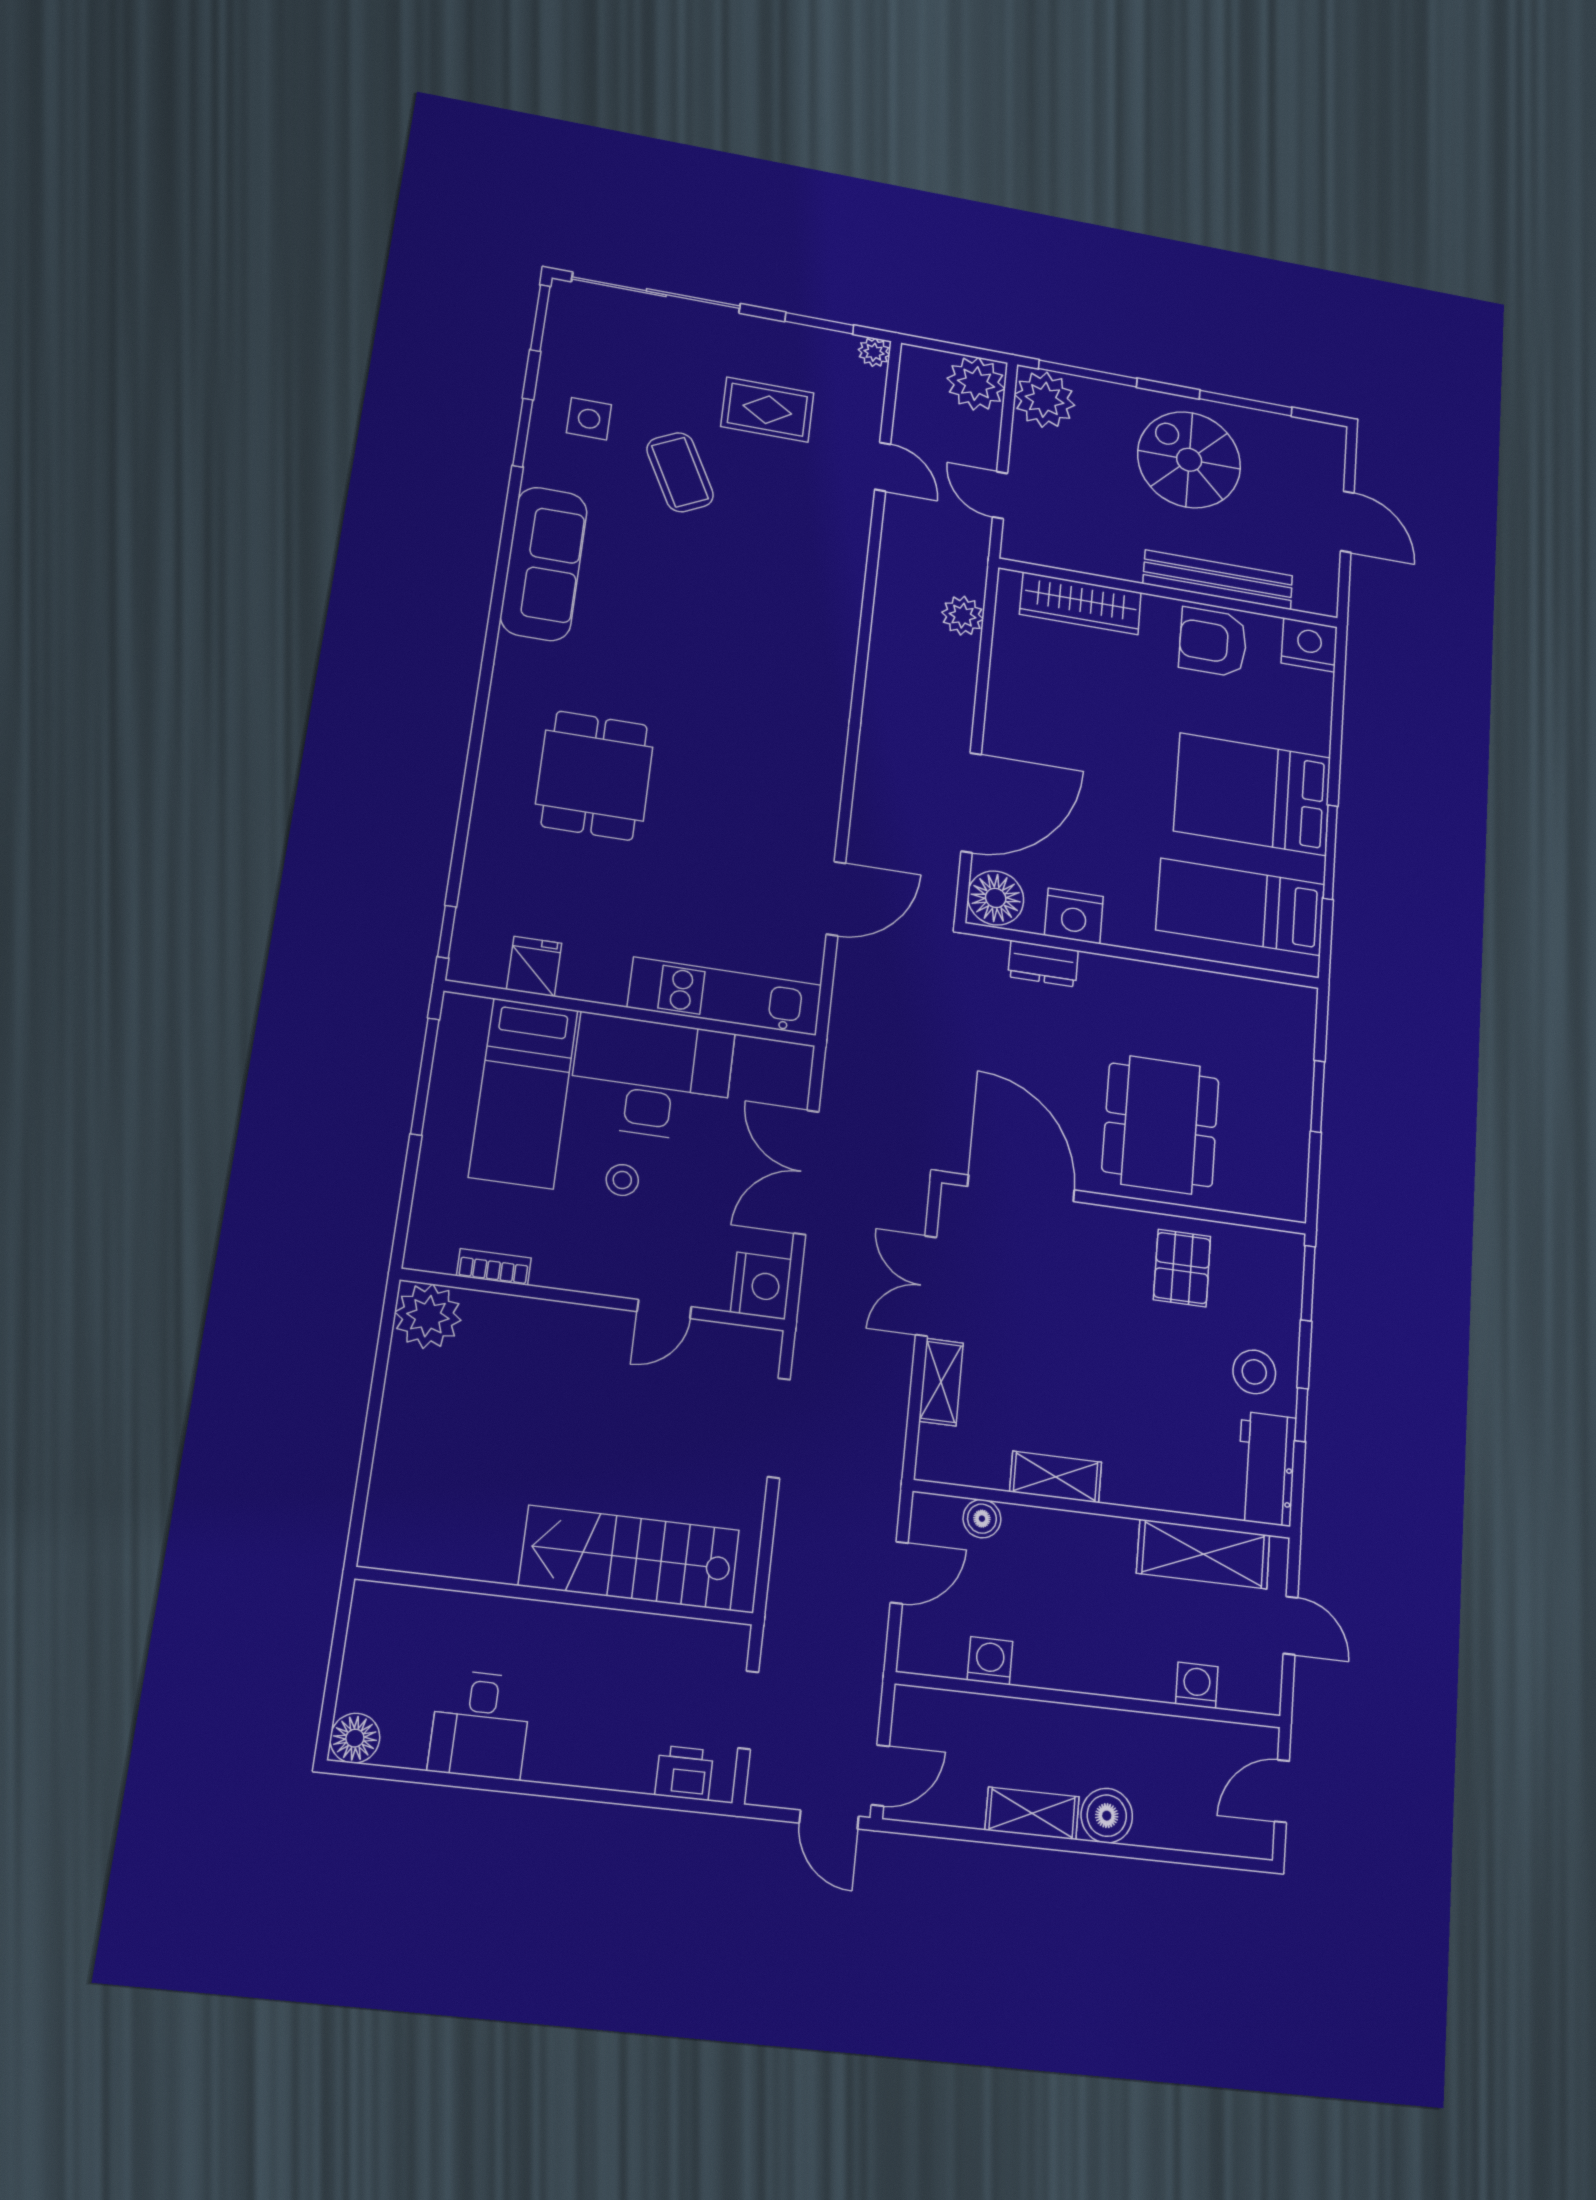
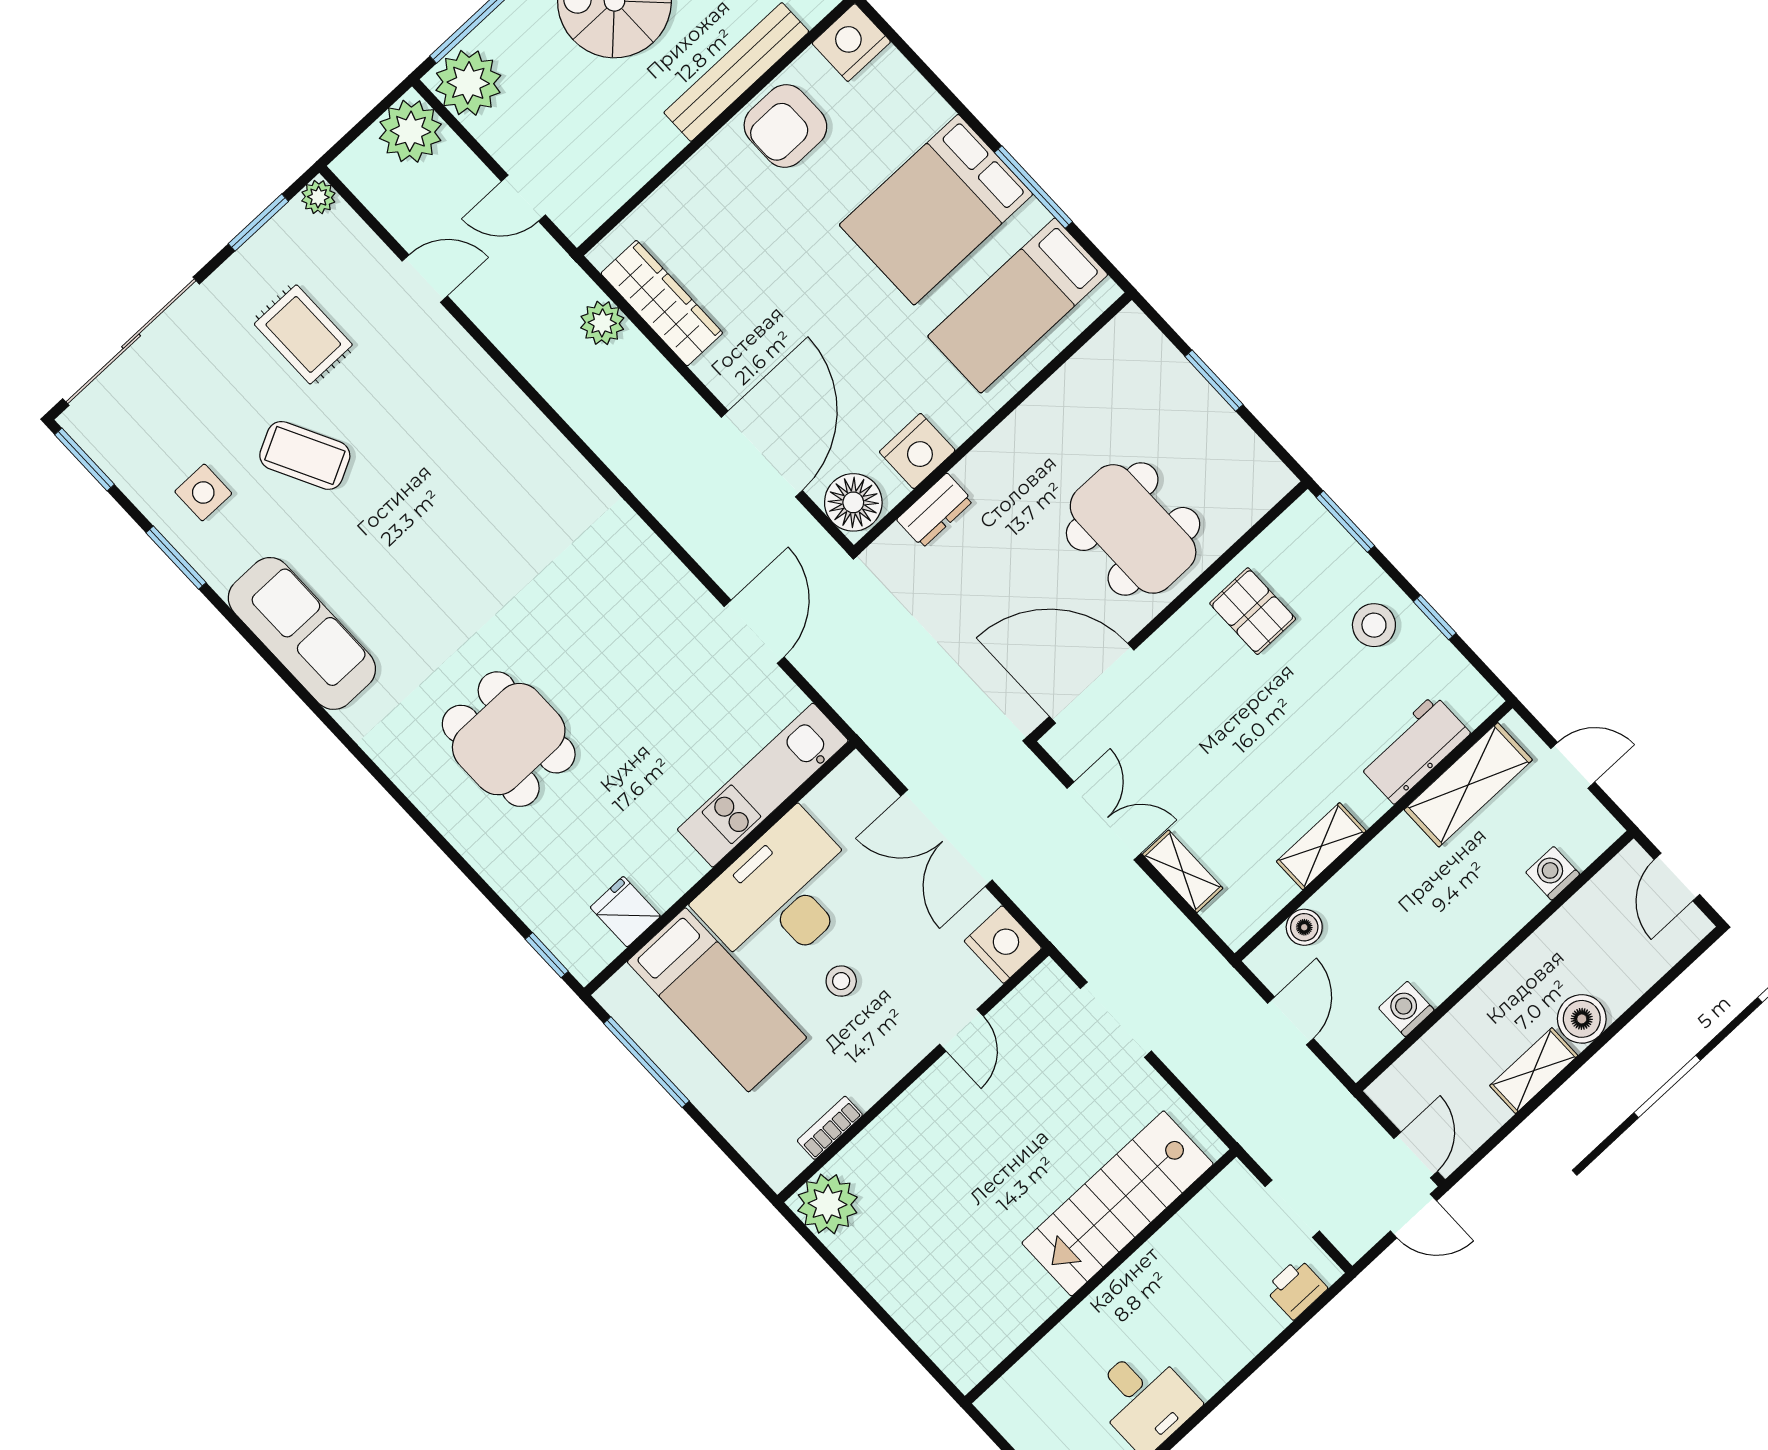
rug: (767, 410) -> (303, 334), turned 90
wardrobe: (1081, 603) -> (662, 303), moved, turned -90
double door: (926, 1286) -> (1104, 821), swing flipped
workbench: (1266, 1469) -> (1414, 749), moved, turned 90

